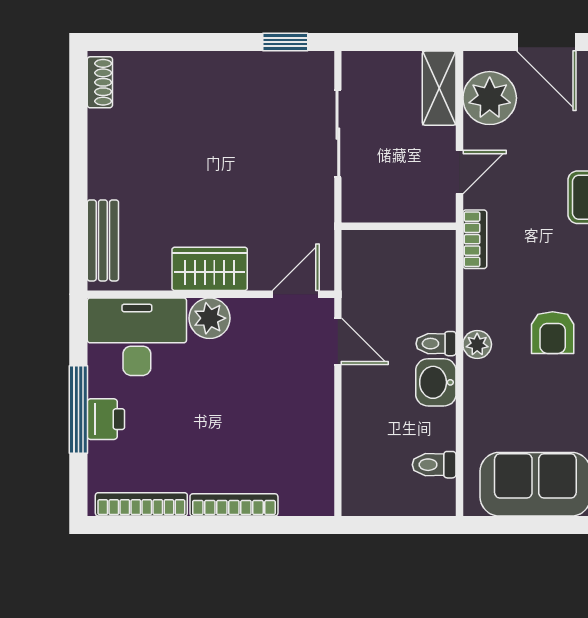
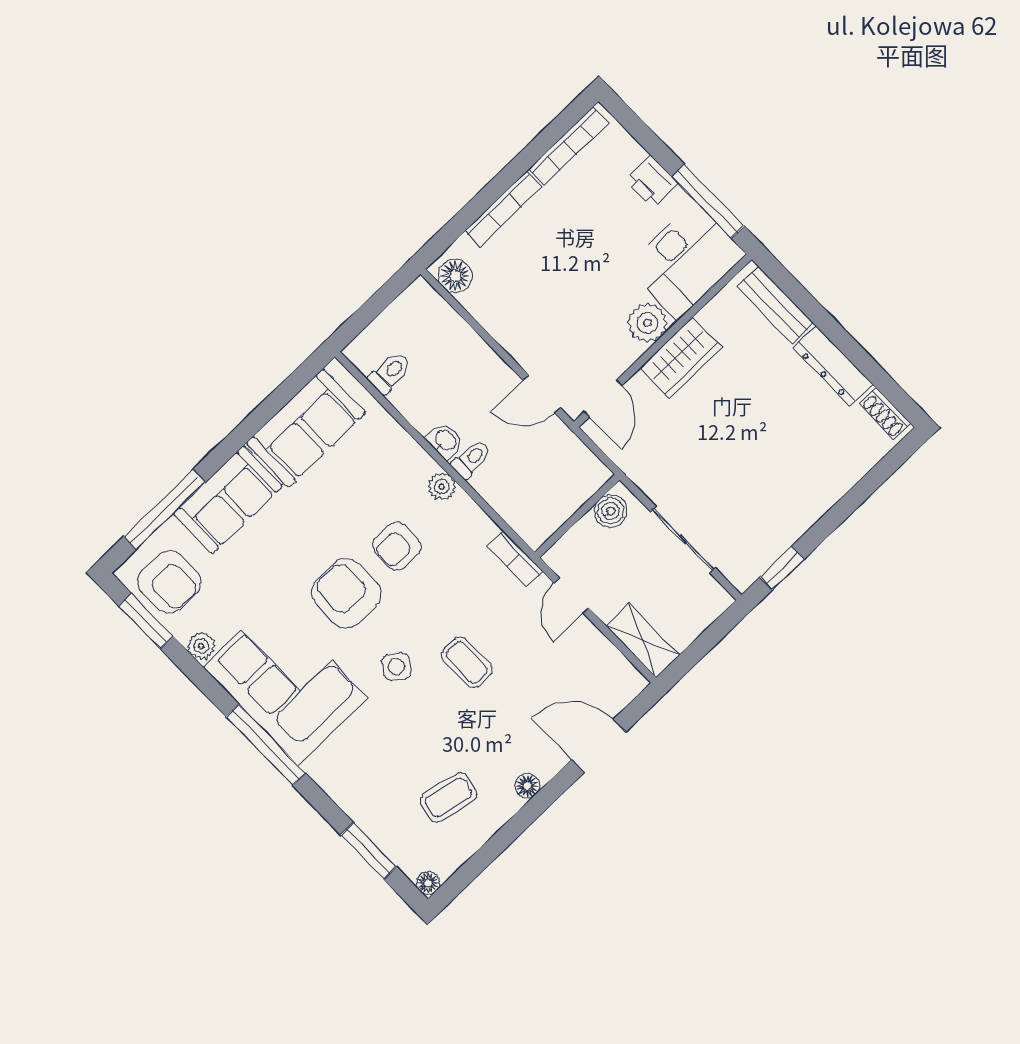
plant: (490, 98) -> (601, 668), removed
dresser: (104, 155) -> (833, 366), added
boiler: (370, 206) -> (611, 511), added
armchair: (553, 333) -> (397, 546), turned -90
washbasin: (436, 382) -> (445, 441), width x0.72, depth x0.69
window: (78, 409) -> (708, 201), moved
floor lamp: (317, 490) -> (455, 276), added

